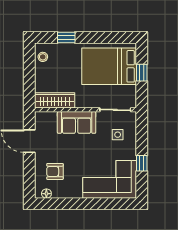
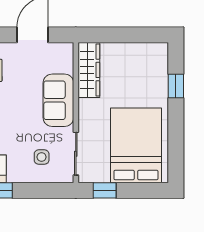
stool: (43, 57) -> (149, 54), removed
window: (142, 73) -> (105, 190), moved

